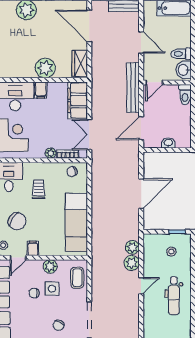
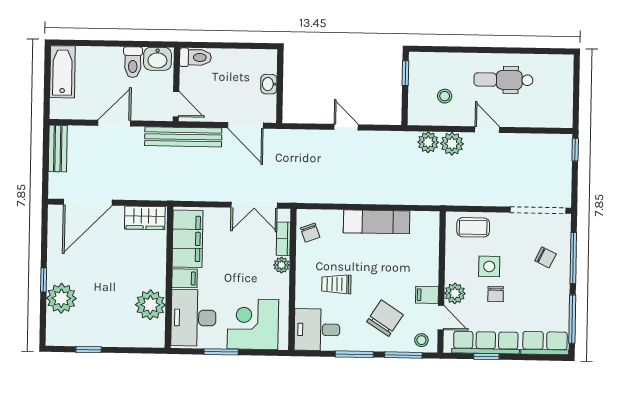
plant: (45, 68) -> (150, 305), moved
filing cabinet: (78, 100) -> (187, 239), moved, turned -90
door: (141, 194) -> (346, 127), width x0.53
exam couch: (76, 222) -> (377, 222), width x0.73, depth x0.69
stool: (171, 252) -> (445, 96), moved
plant: (50, 266) -> (455, 293), moved
dental chair: (174, 296) -> (503, 80), turned 180

